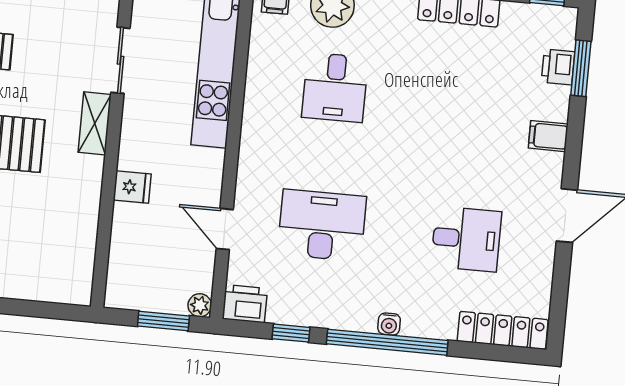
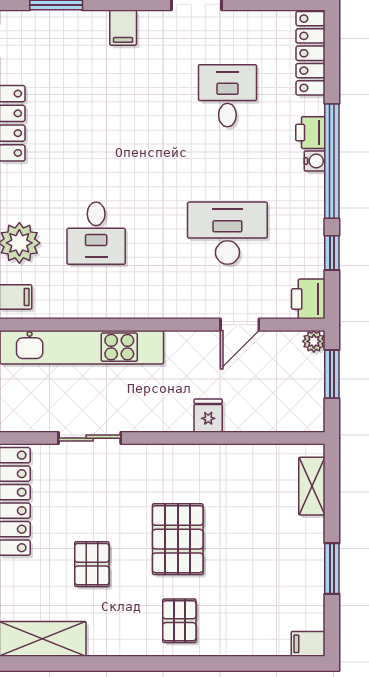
printer: (558, 67) -> (310, 133), moved, turned 90
desk: (335, 87) -> (96, 233), turned 90
shelving: (95, 123) -> (312, 486), moved, turned 90
desk: (322, 225) -> (227, 233), turned 90

